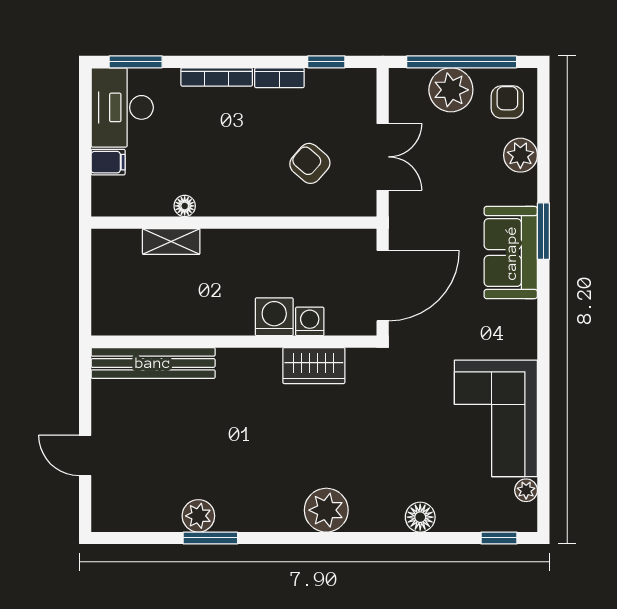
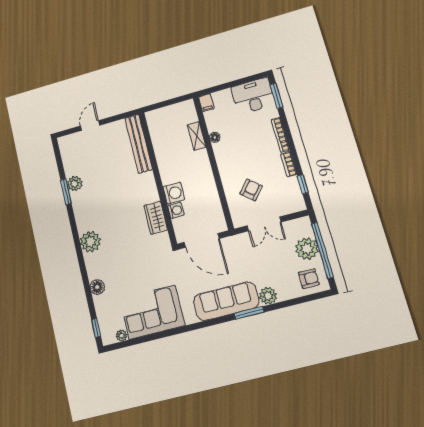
plant: (520, 155) -> (268, 296), moved
filing cabinet: (108, 162) -> (206, 103), moved
sofa: (511, 253) -> (226, 301), width x1.36

